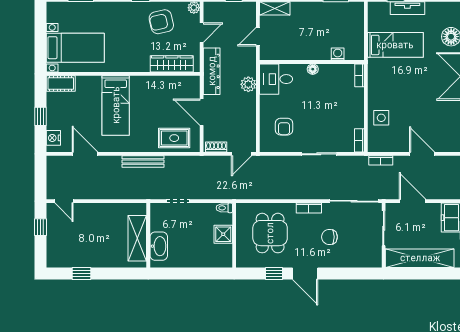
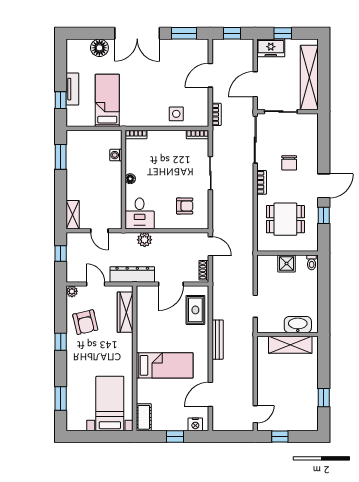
toilet: (224, 208) -> (312, 262), moved

